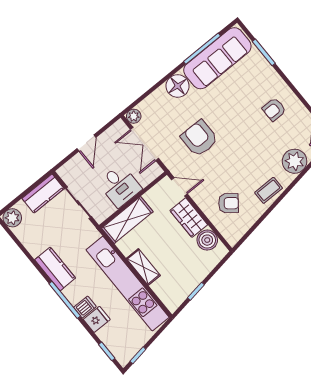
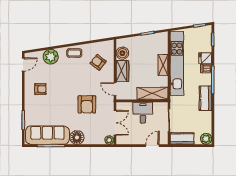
door: (86, 143) -> (152, 146), moved

